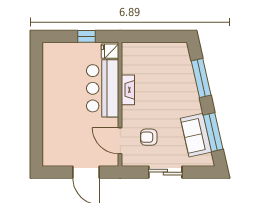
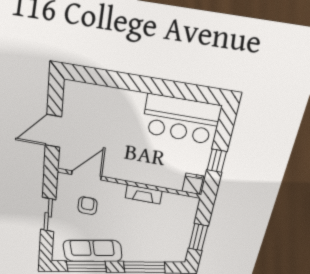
window: (159, 36) -> (198, 237), added
bar counter: (103, 88) -> (181, 119), moved, turned 180
sofa: (196, 135) -> (92, 251), width x1.36

